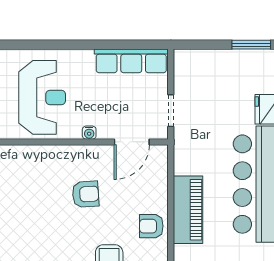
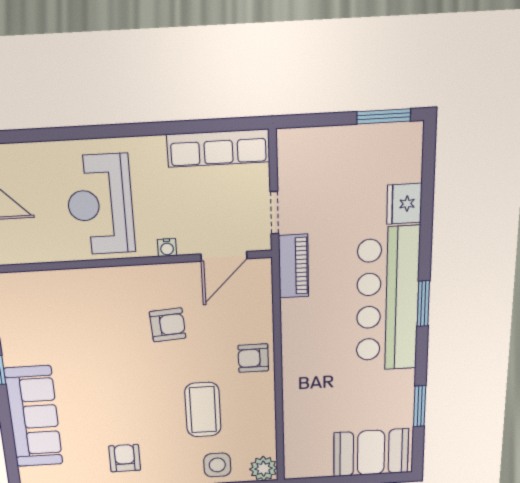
reception desk: (42, 97) -> (100, 205), turned 180
piano: (188, 210) -> (294, 266), moved, width x0.73, depth x0.75

